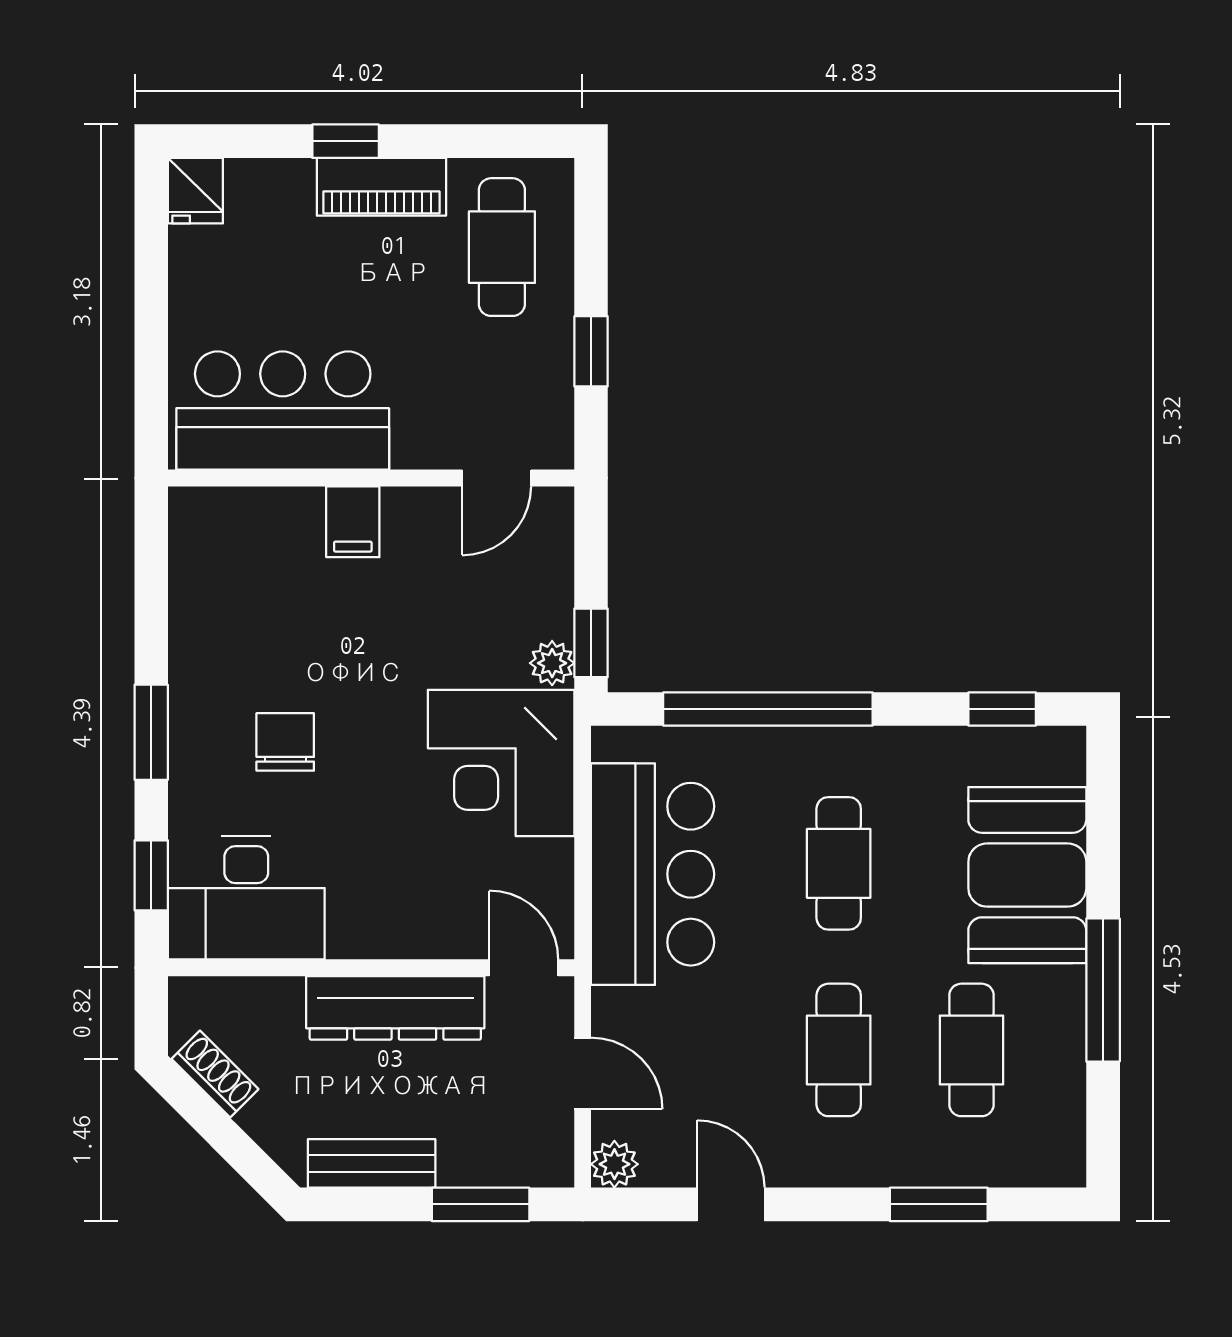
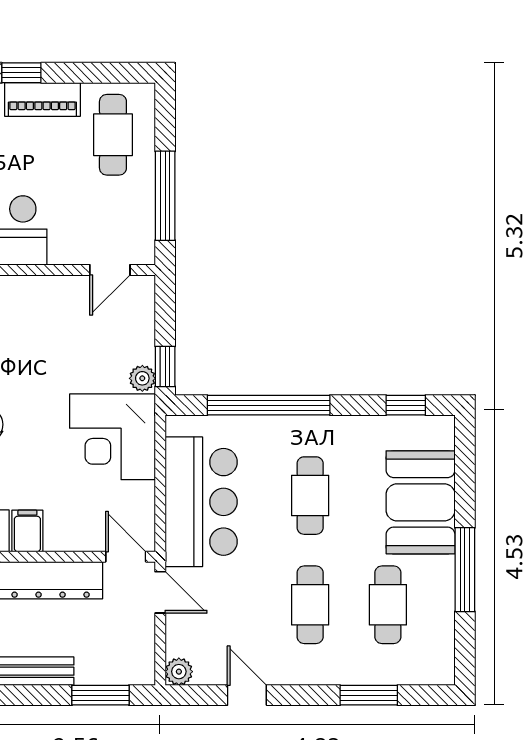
window: (591, 351) -> (165, 196), width x2.17
filing cabinet: (353, 522) -> (27, 531), moved, turned 180
door: (583, 1073) -> (160, 592), moved

